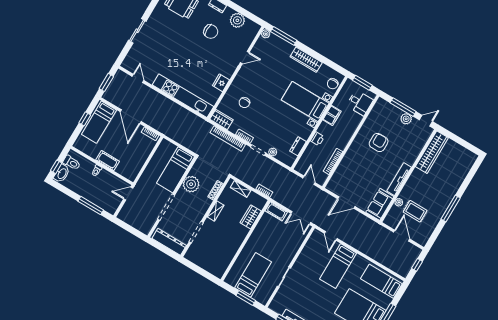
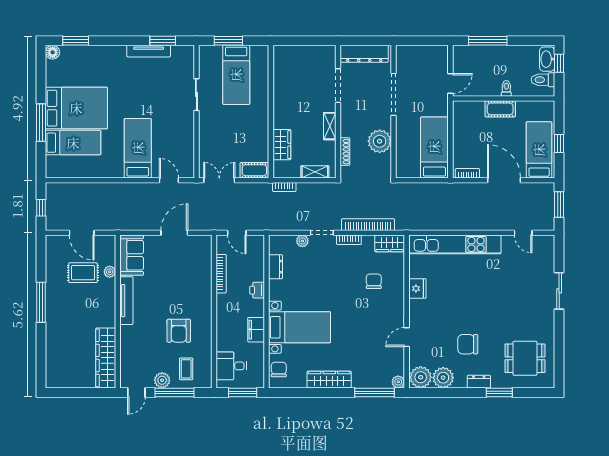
plant: (251, 29) -> (421, 377), added
coffee table: (388, 117) -> (186, 369), added
bed: (175, 170) -> (434, 147), moved
bed: (381, 281) -> (73, 143), moved

